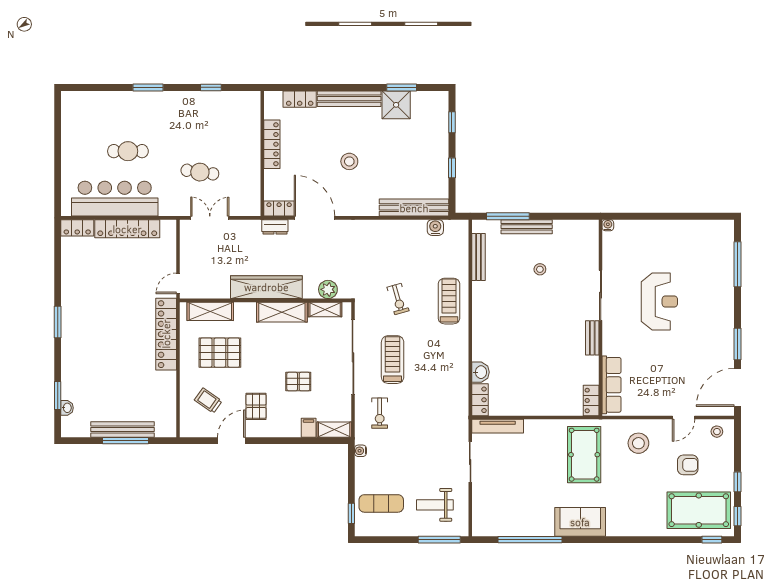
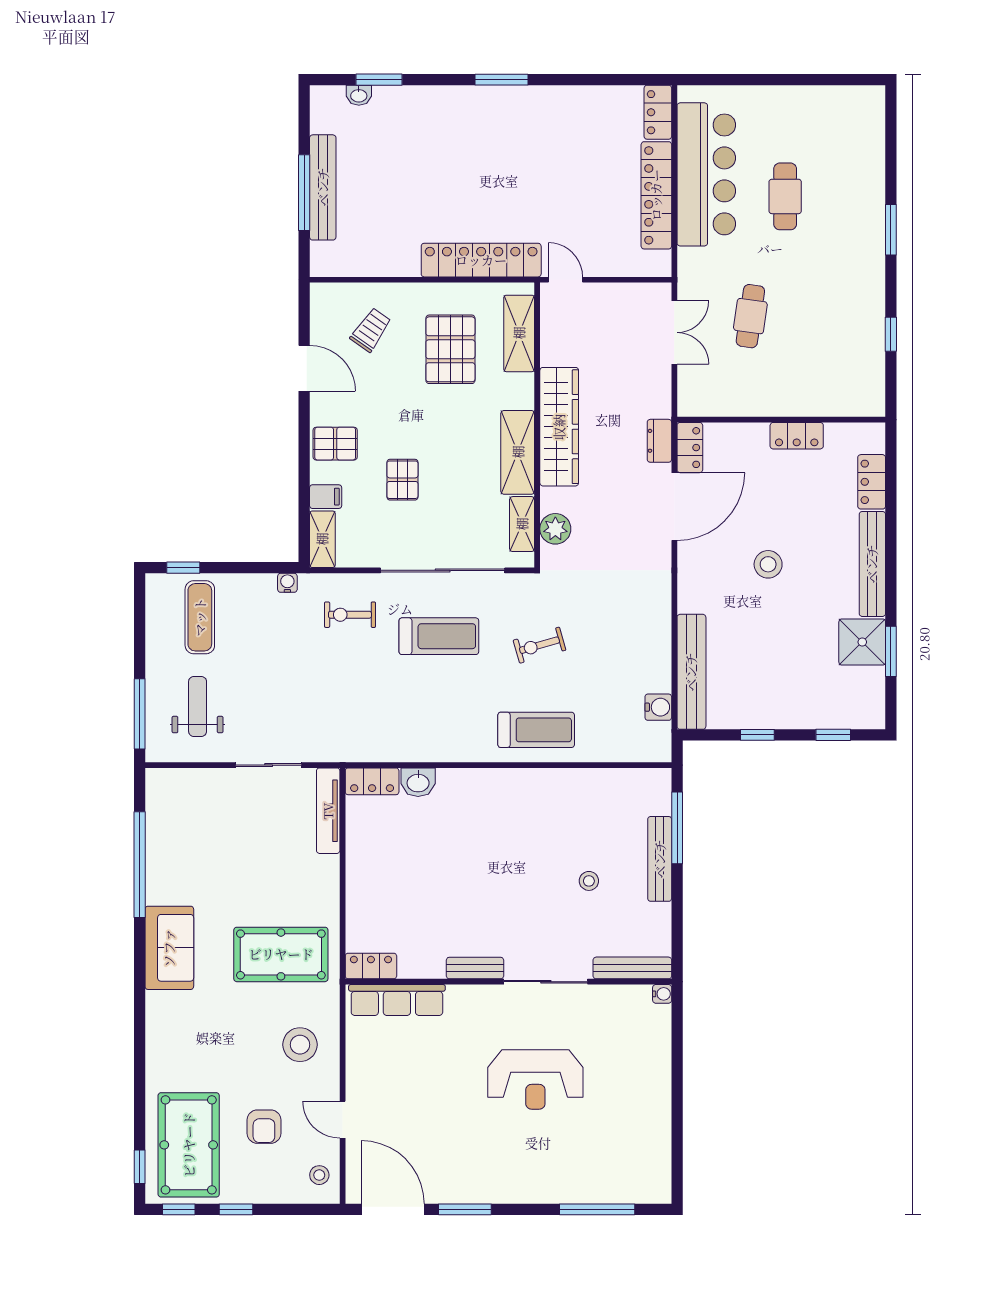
locker: (272, 144) -> (797, 436), width x0.66
bench: (478, 257) -> (632, 968), moved
pallet: (256, 406) -> (335, 444), moved

